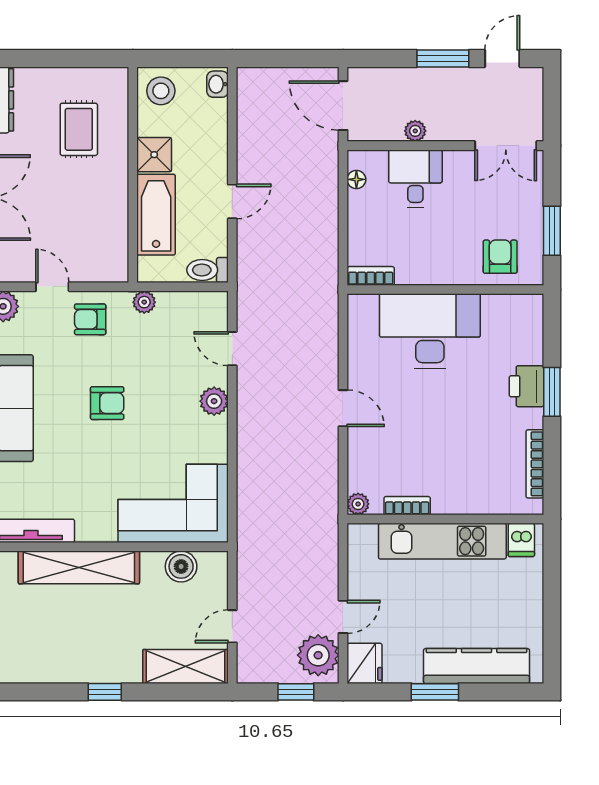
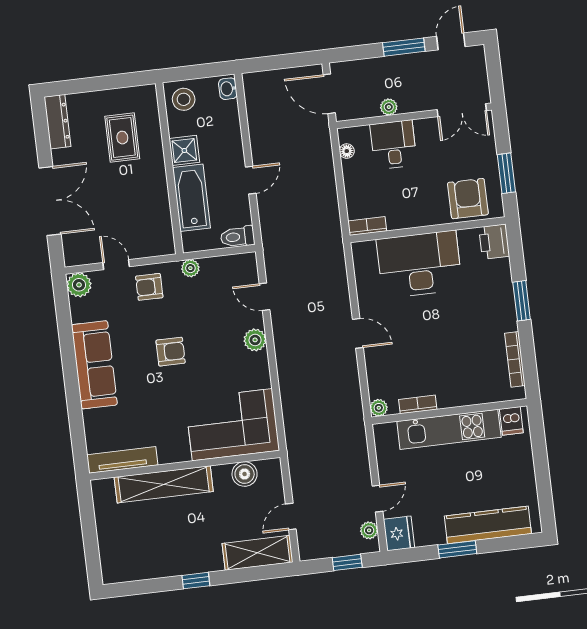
armchair: (500, 257) -> (468, 199), width x1.38, depth x1.38
printer: (526, 386) -> (494, 242), moved
plant: (318, 655) -> (369, 530), width x0.53, depth x0.53

